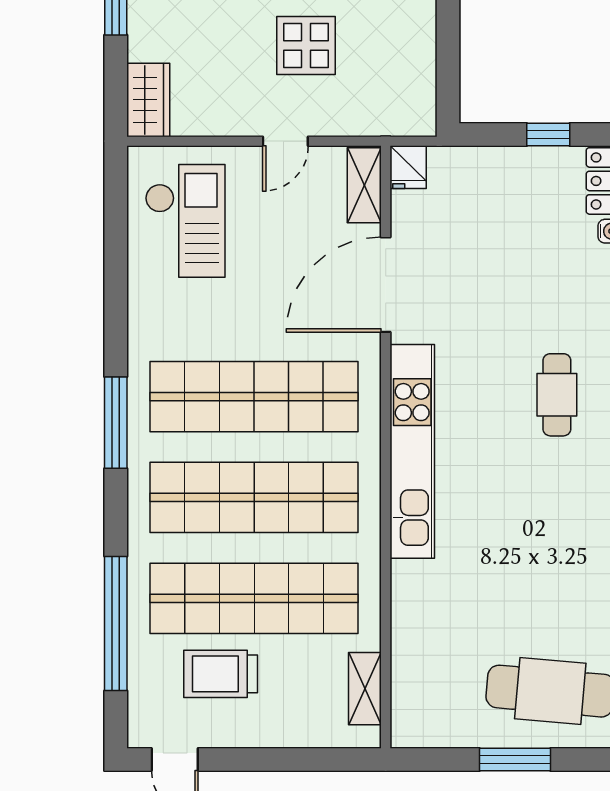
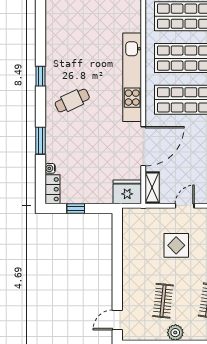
fridge: (408, 167) -> (127, 192), width x1.88, depth x1.34
cafe table: (557, 395) -> (72, 101), turned 65

